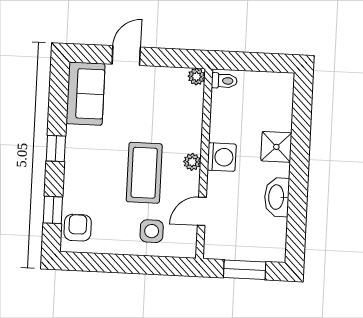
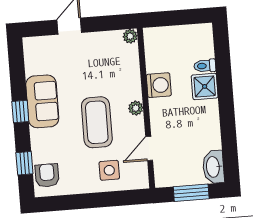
toilet: (224, 81) -> (205, 66), moved, turned 180
sofa: (86, 94) -> (42, 101), moved
washing machine: (222, 157) -> (159, 85), moved
washbasin: (277, 197) -> (213, 167), moved

